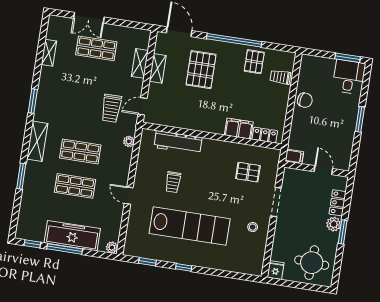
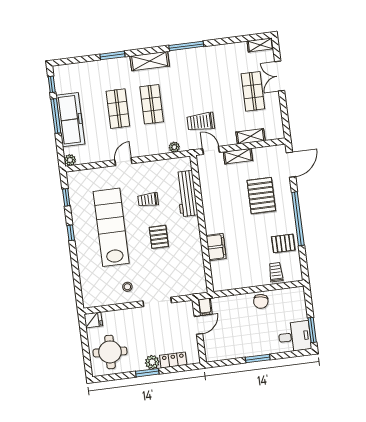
shelving: (49, 53) -> (260, 45), moved
shelving: (158, 68) -> (238, 156), moved
pallet: (201, 70) -> (261, 196), turned 90
window: (33, 101) -> (186, 46), width x1.44
locker: (265, 135) -> (217, 273), removed
door: (323, 170) -> (198, 325), moved
pallet: (248, 172) -> (159, 237), moved
lab bench: (190, 226) -> (111, 227), turned 180

